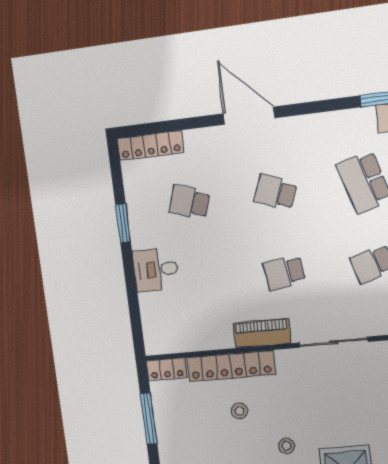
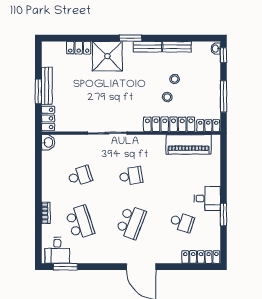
school desk: (276, 192) -> (131, 222), width x1.85
desk: (156, 270) -> (207, 198), moved
piano: (262, 333) -> (189, 144), moved, width x1.37, depth x1.33
stool: (287, 446) -> (175, 79), moved

